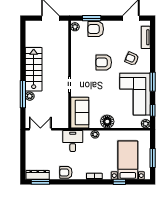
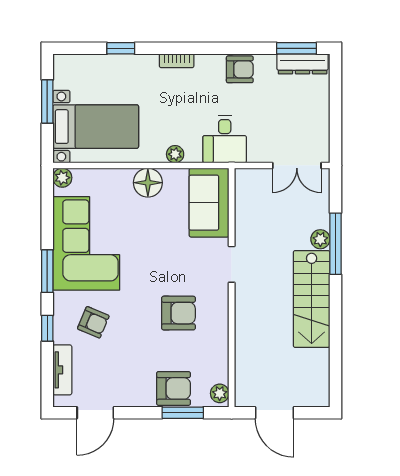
armchair: (104, 62) -> (178, 313), moved
window: (153, 110) -> (47, 328), moved
bed with nightstands: (128, 160) -> (96, 127), moved, turned -90

